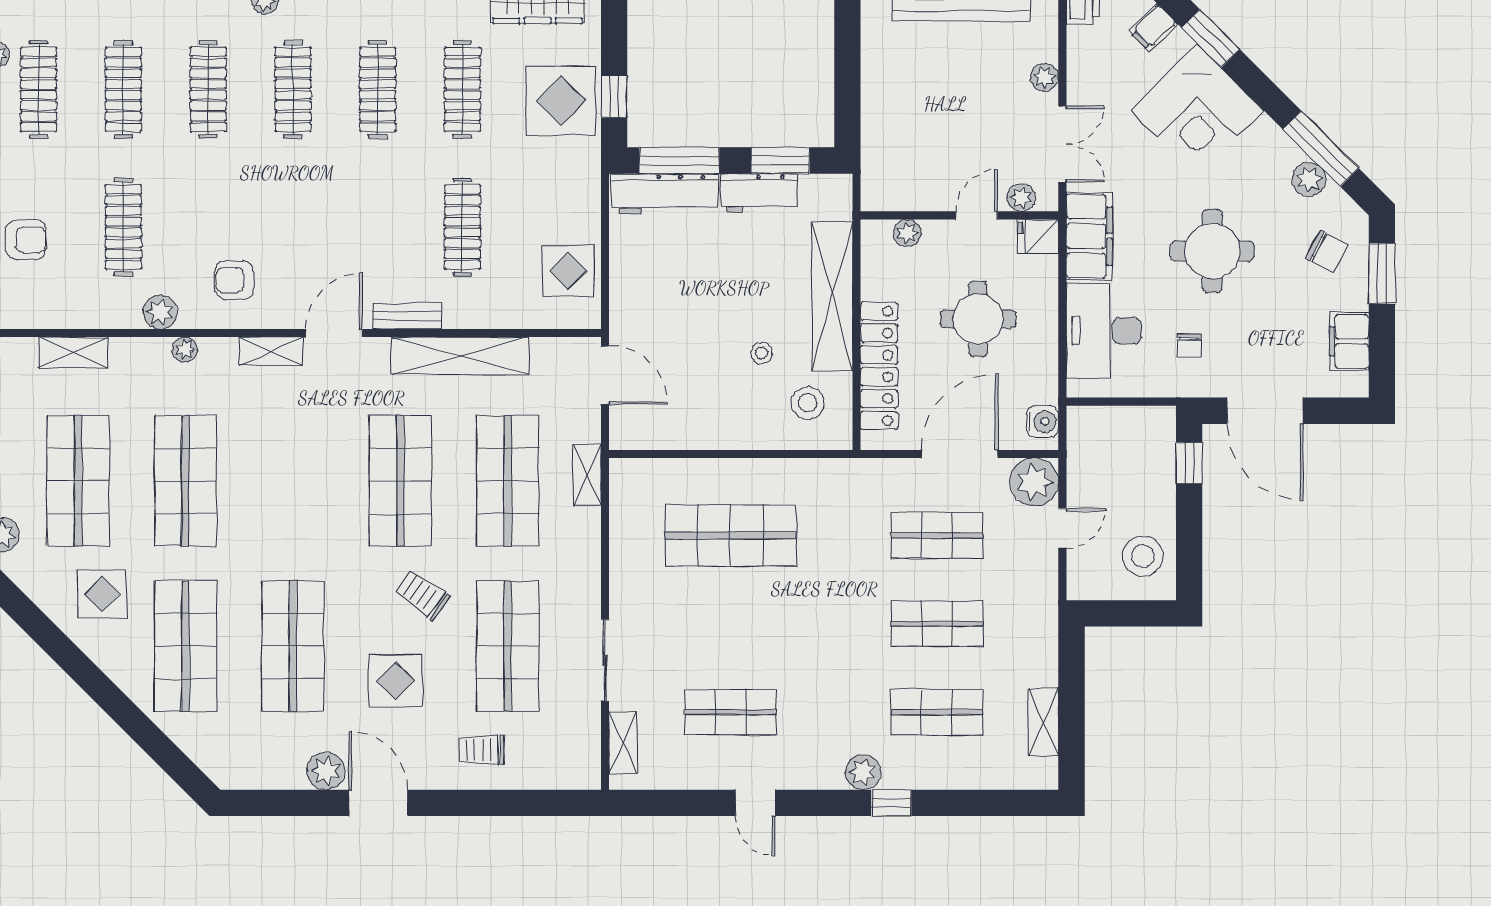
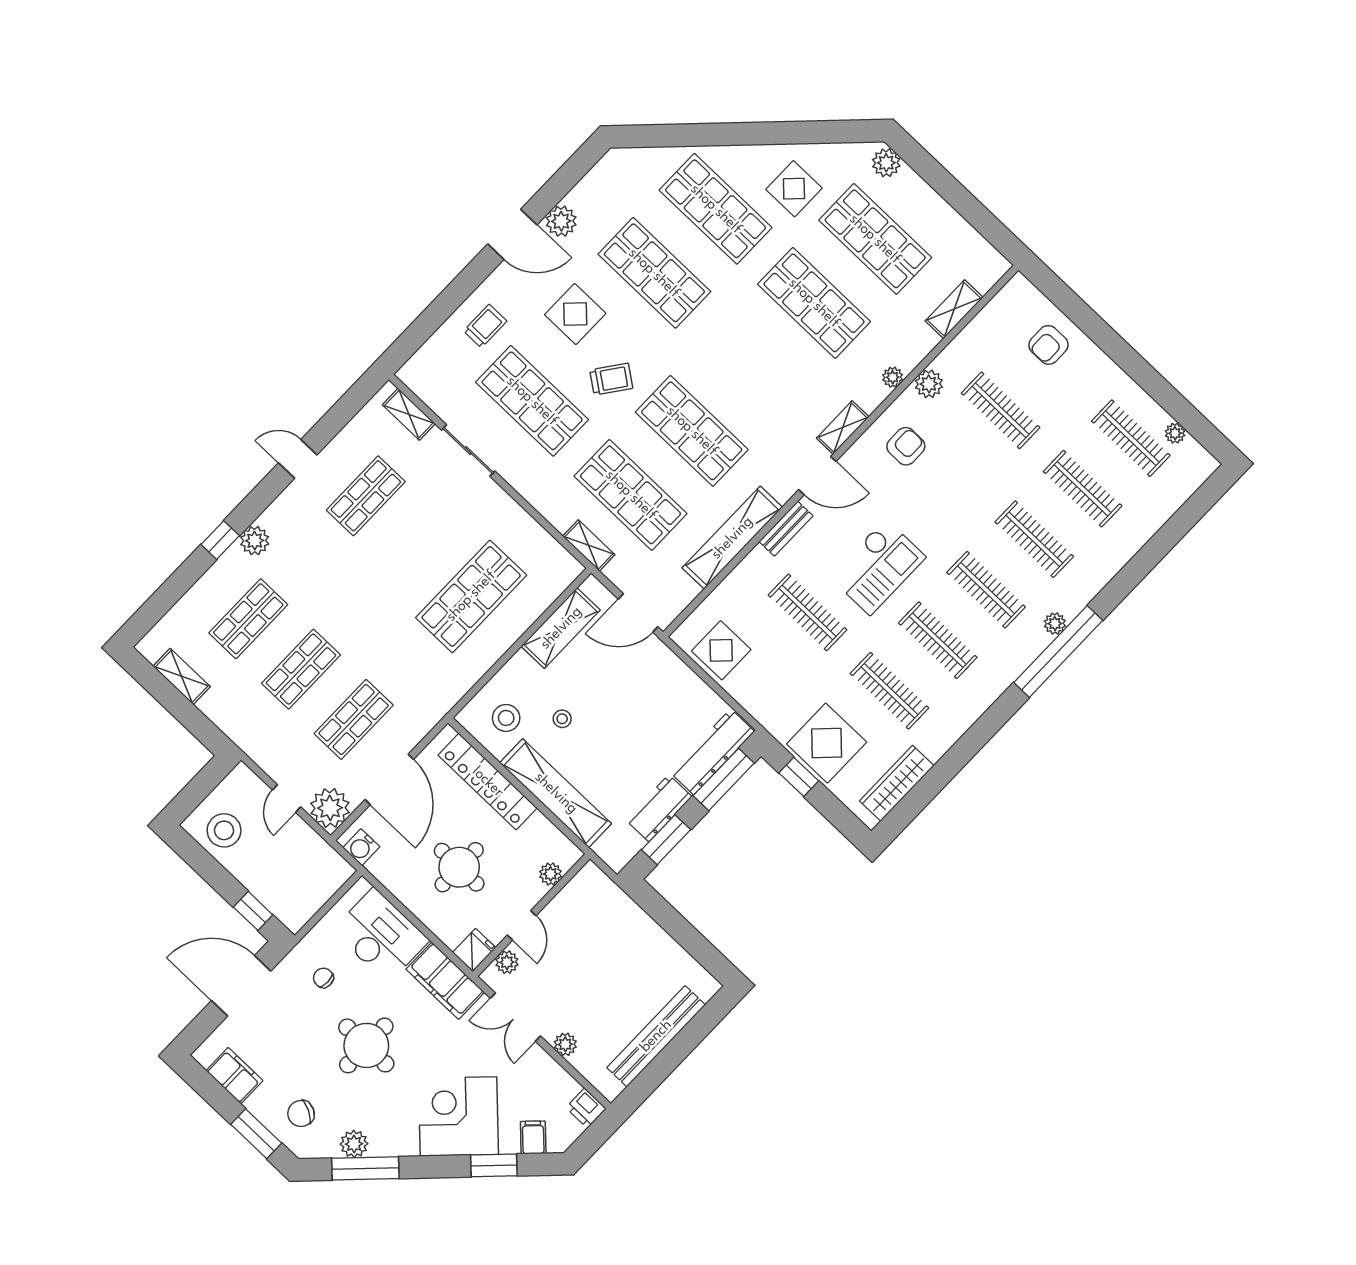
checkout: (364, 204) -> (878, 567), added
door: (334, 333) -> (817, 476), hinge flipped
shelving: (683, 430) -> (561, 628), added

